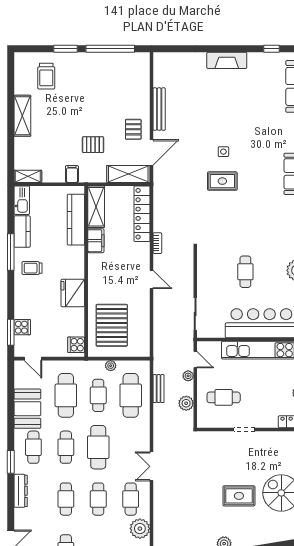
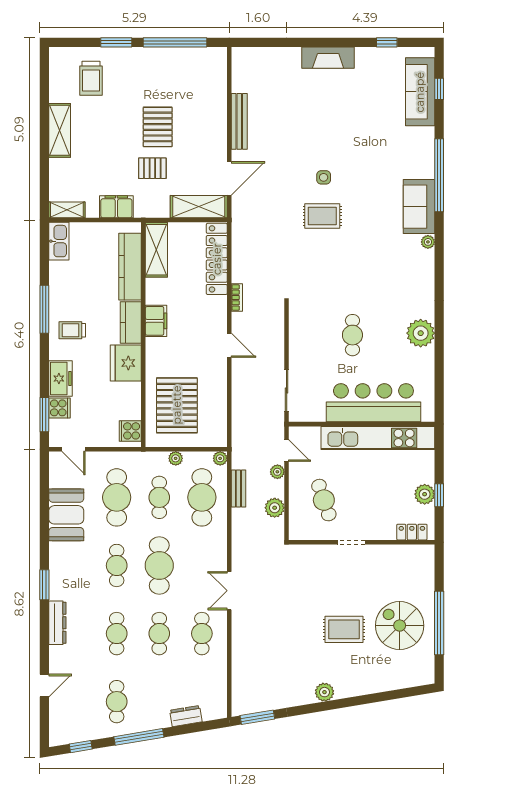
pallet: (133, 129) -> (158, 127), moved, width x1.50, depth x1.42
filing cabinet: (72, 174) -> (116, 207), width x2.00
kitchen counter: (22, 232) -> (131, 323), moved, turned 180
filing cabinet: (96, 241) -> (156, 321), moved
freezer: (23, 305) -> (60, 379), added
cafe table: (224, 397) -> (324, 500), turned 71
cafe table: (33, 447) -> (74, 565), removed
plant: (140, 529) -> (220, 458), moved, width x0.53, depth x0.53

